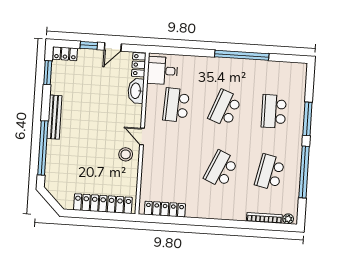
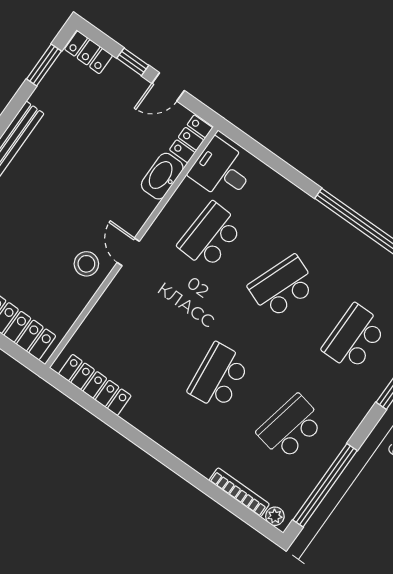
school desk: (221, 169) -> (219, 376), turned -30
window: (304, 172) -> (325, 485), moved

